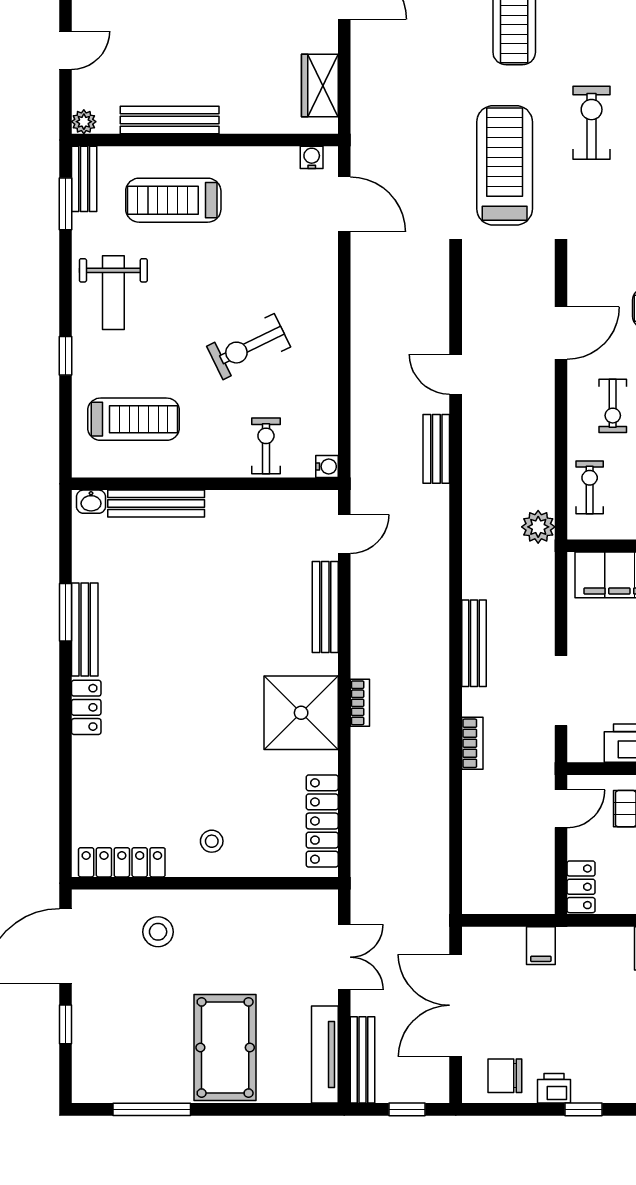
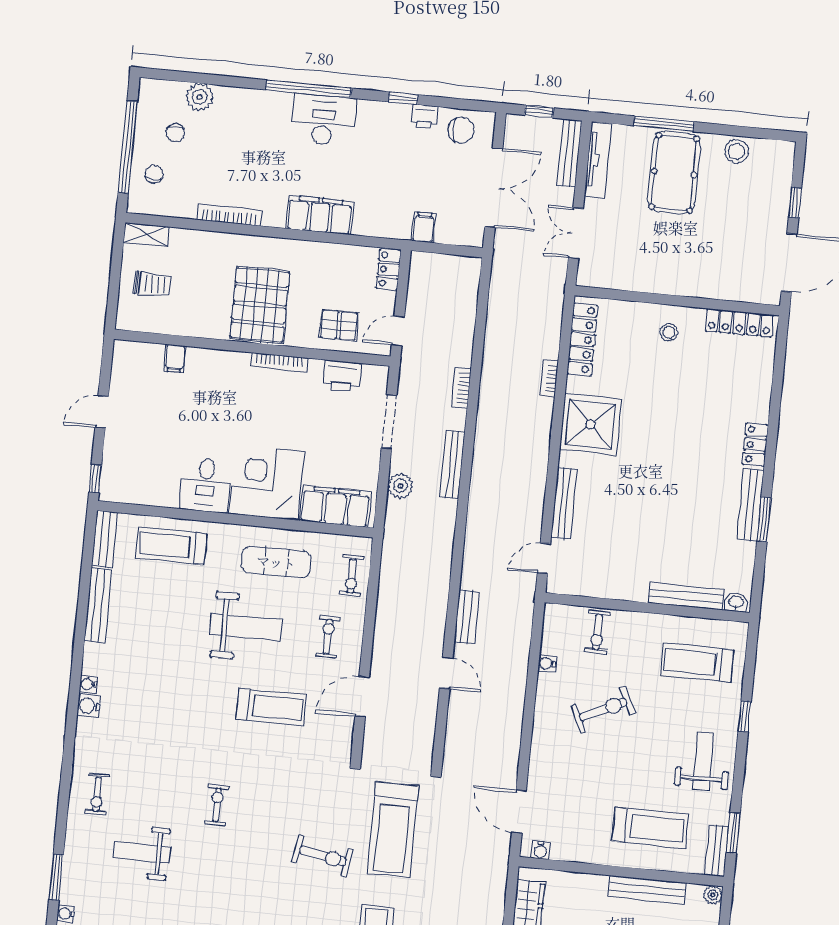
exercise bike: (592, 123) -> (323, 856), turned -80
water cooler: (327, 467) -> (547, 663), moved
plant: (538, 527) -> (400, 486), moved
bookcase: (360, 703) -> (549, 379), moved
stool: (158, 932) -> (737, 151), moved
window: (152, 1109) -> (664, 124), moved

